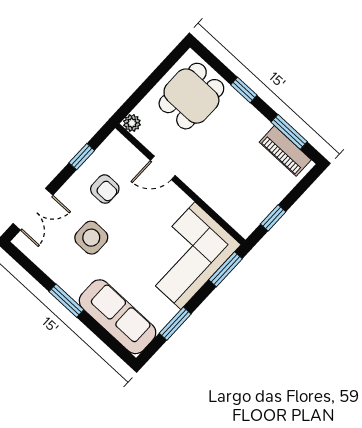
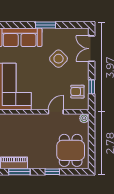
armchair: (105, 189) -> (77, 92), moved
side table: (91, 238) -> (59, 59), turned 45

